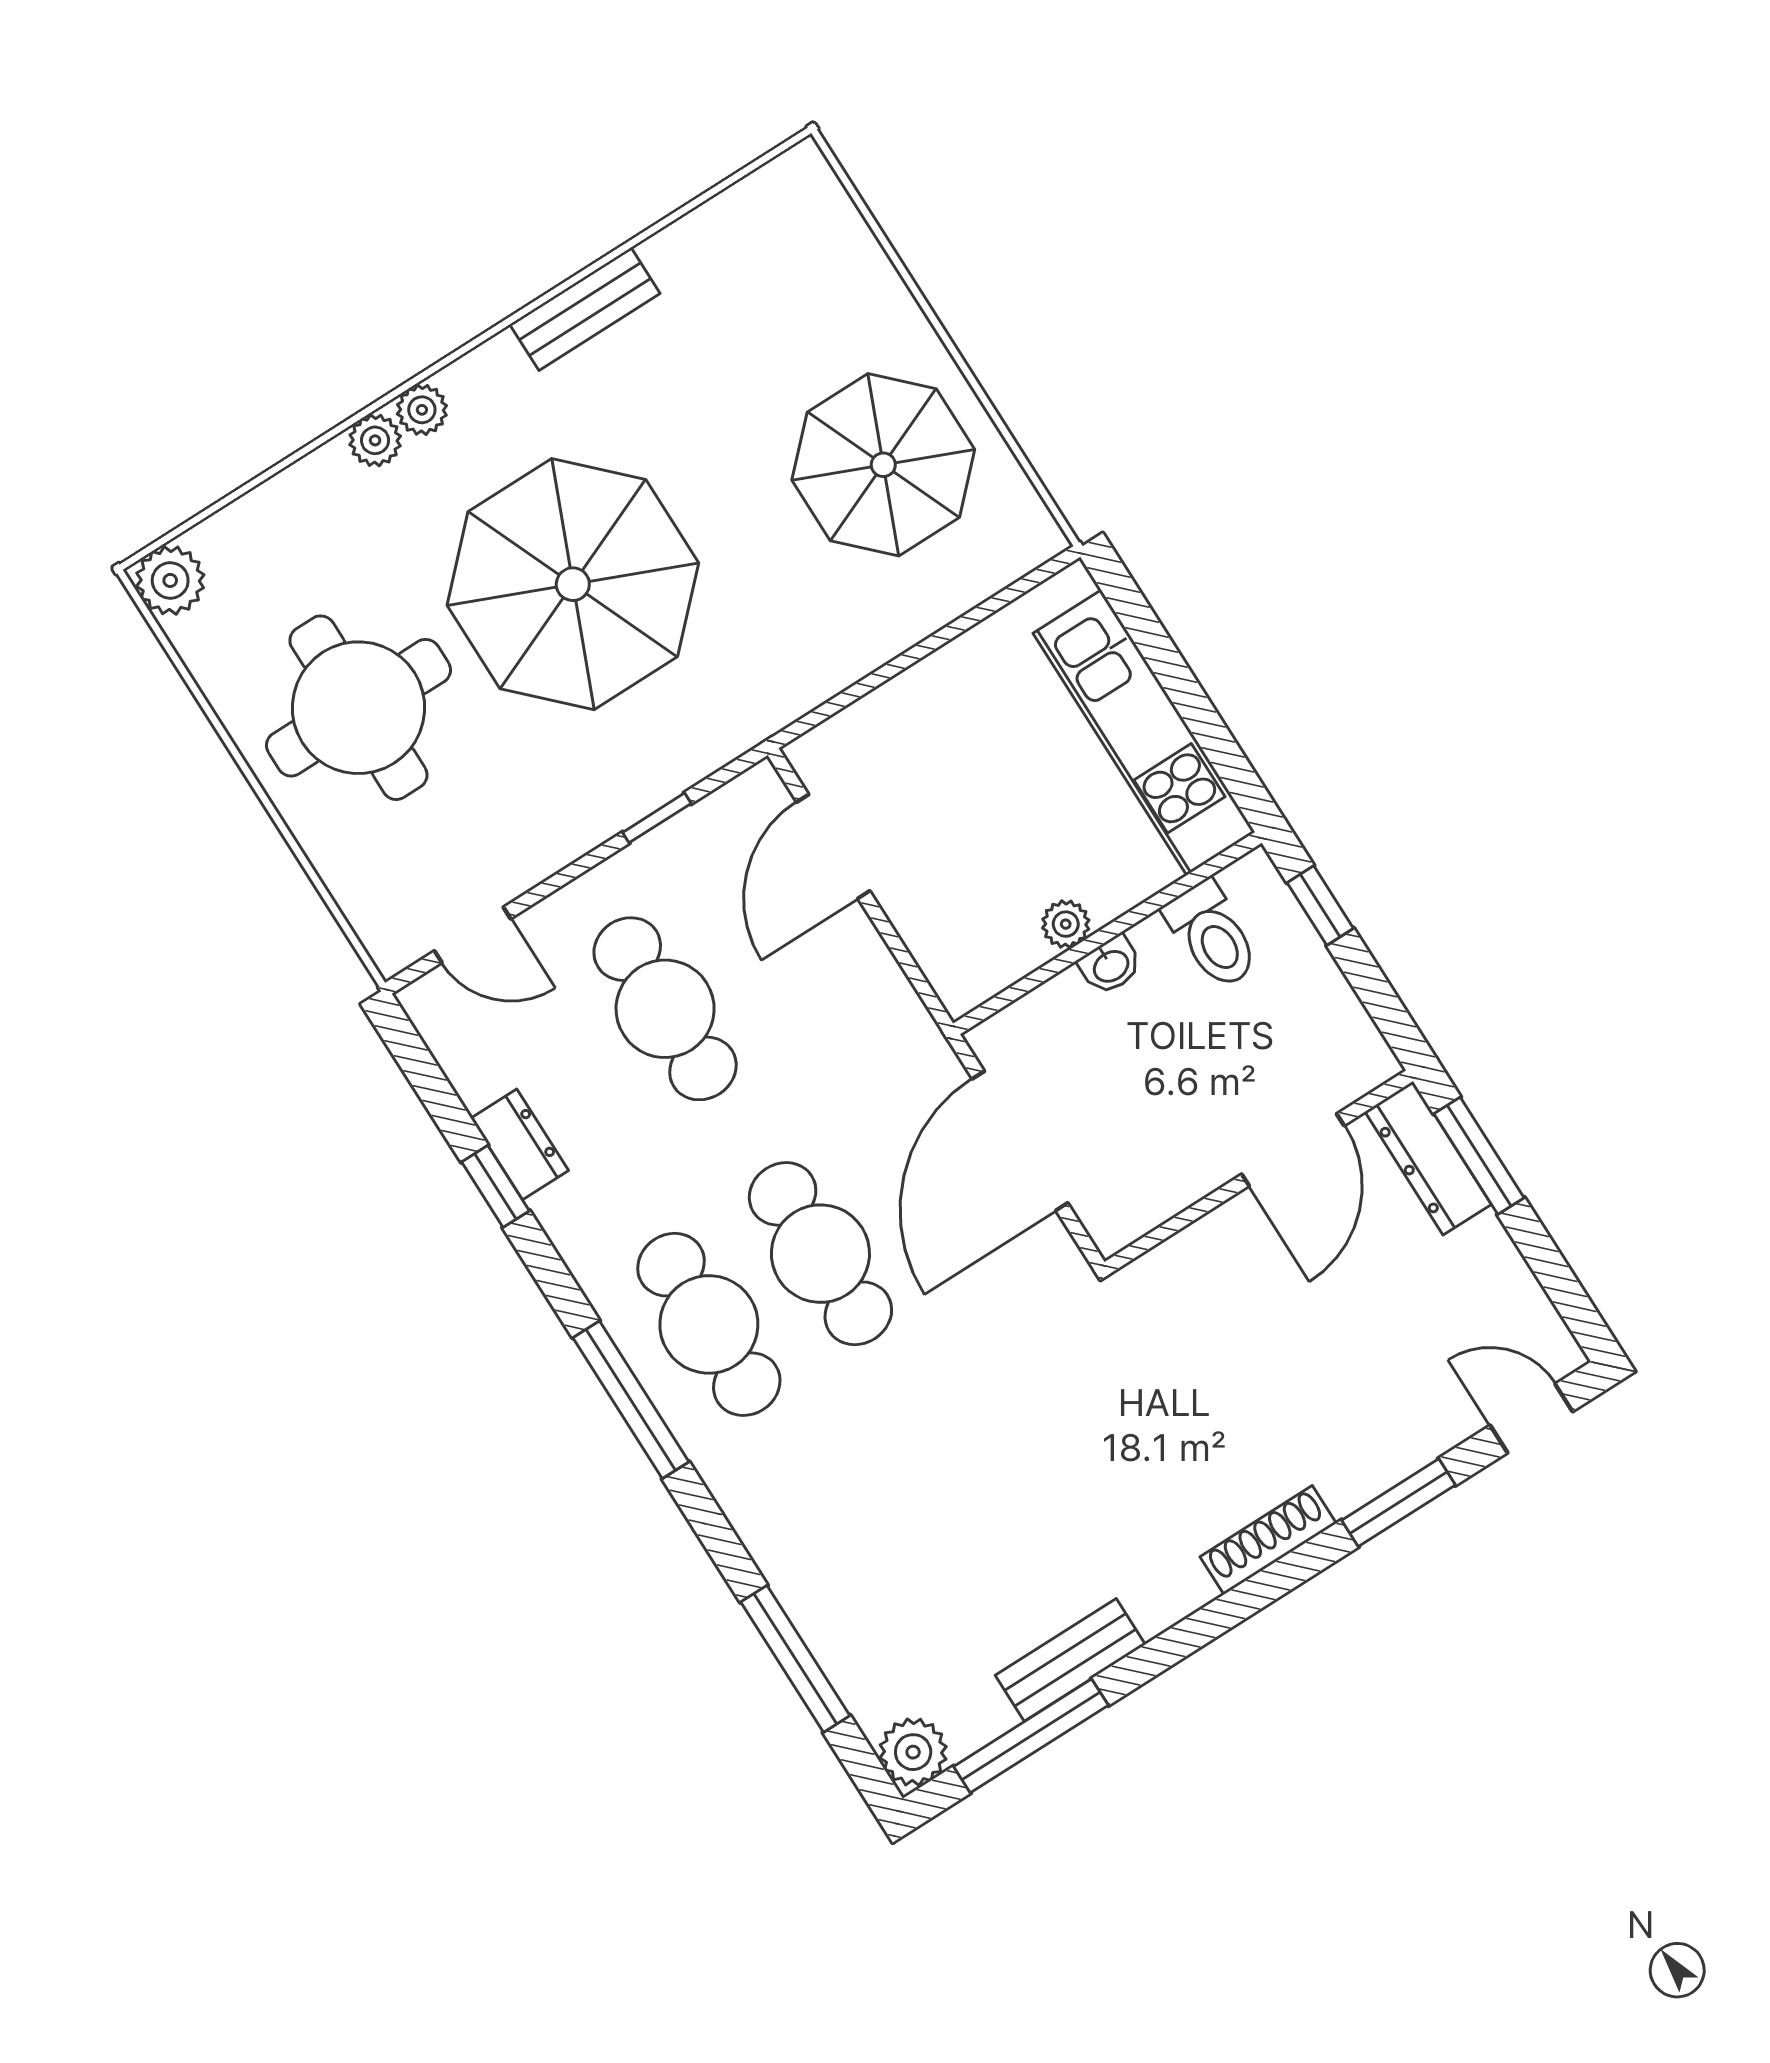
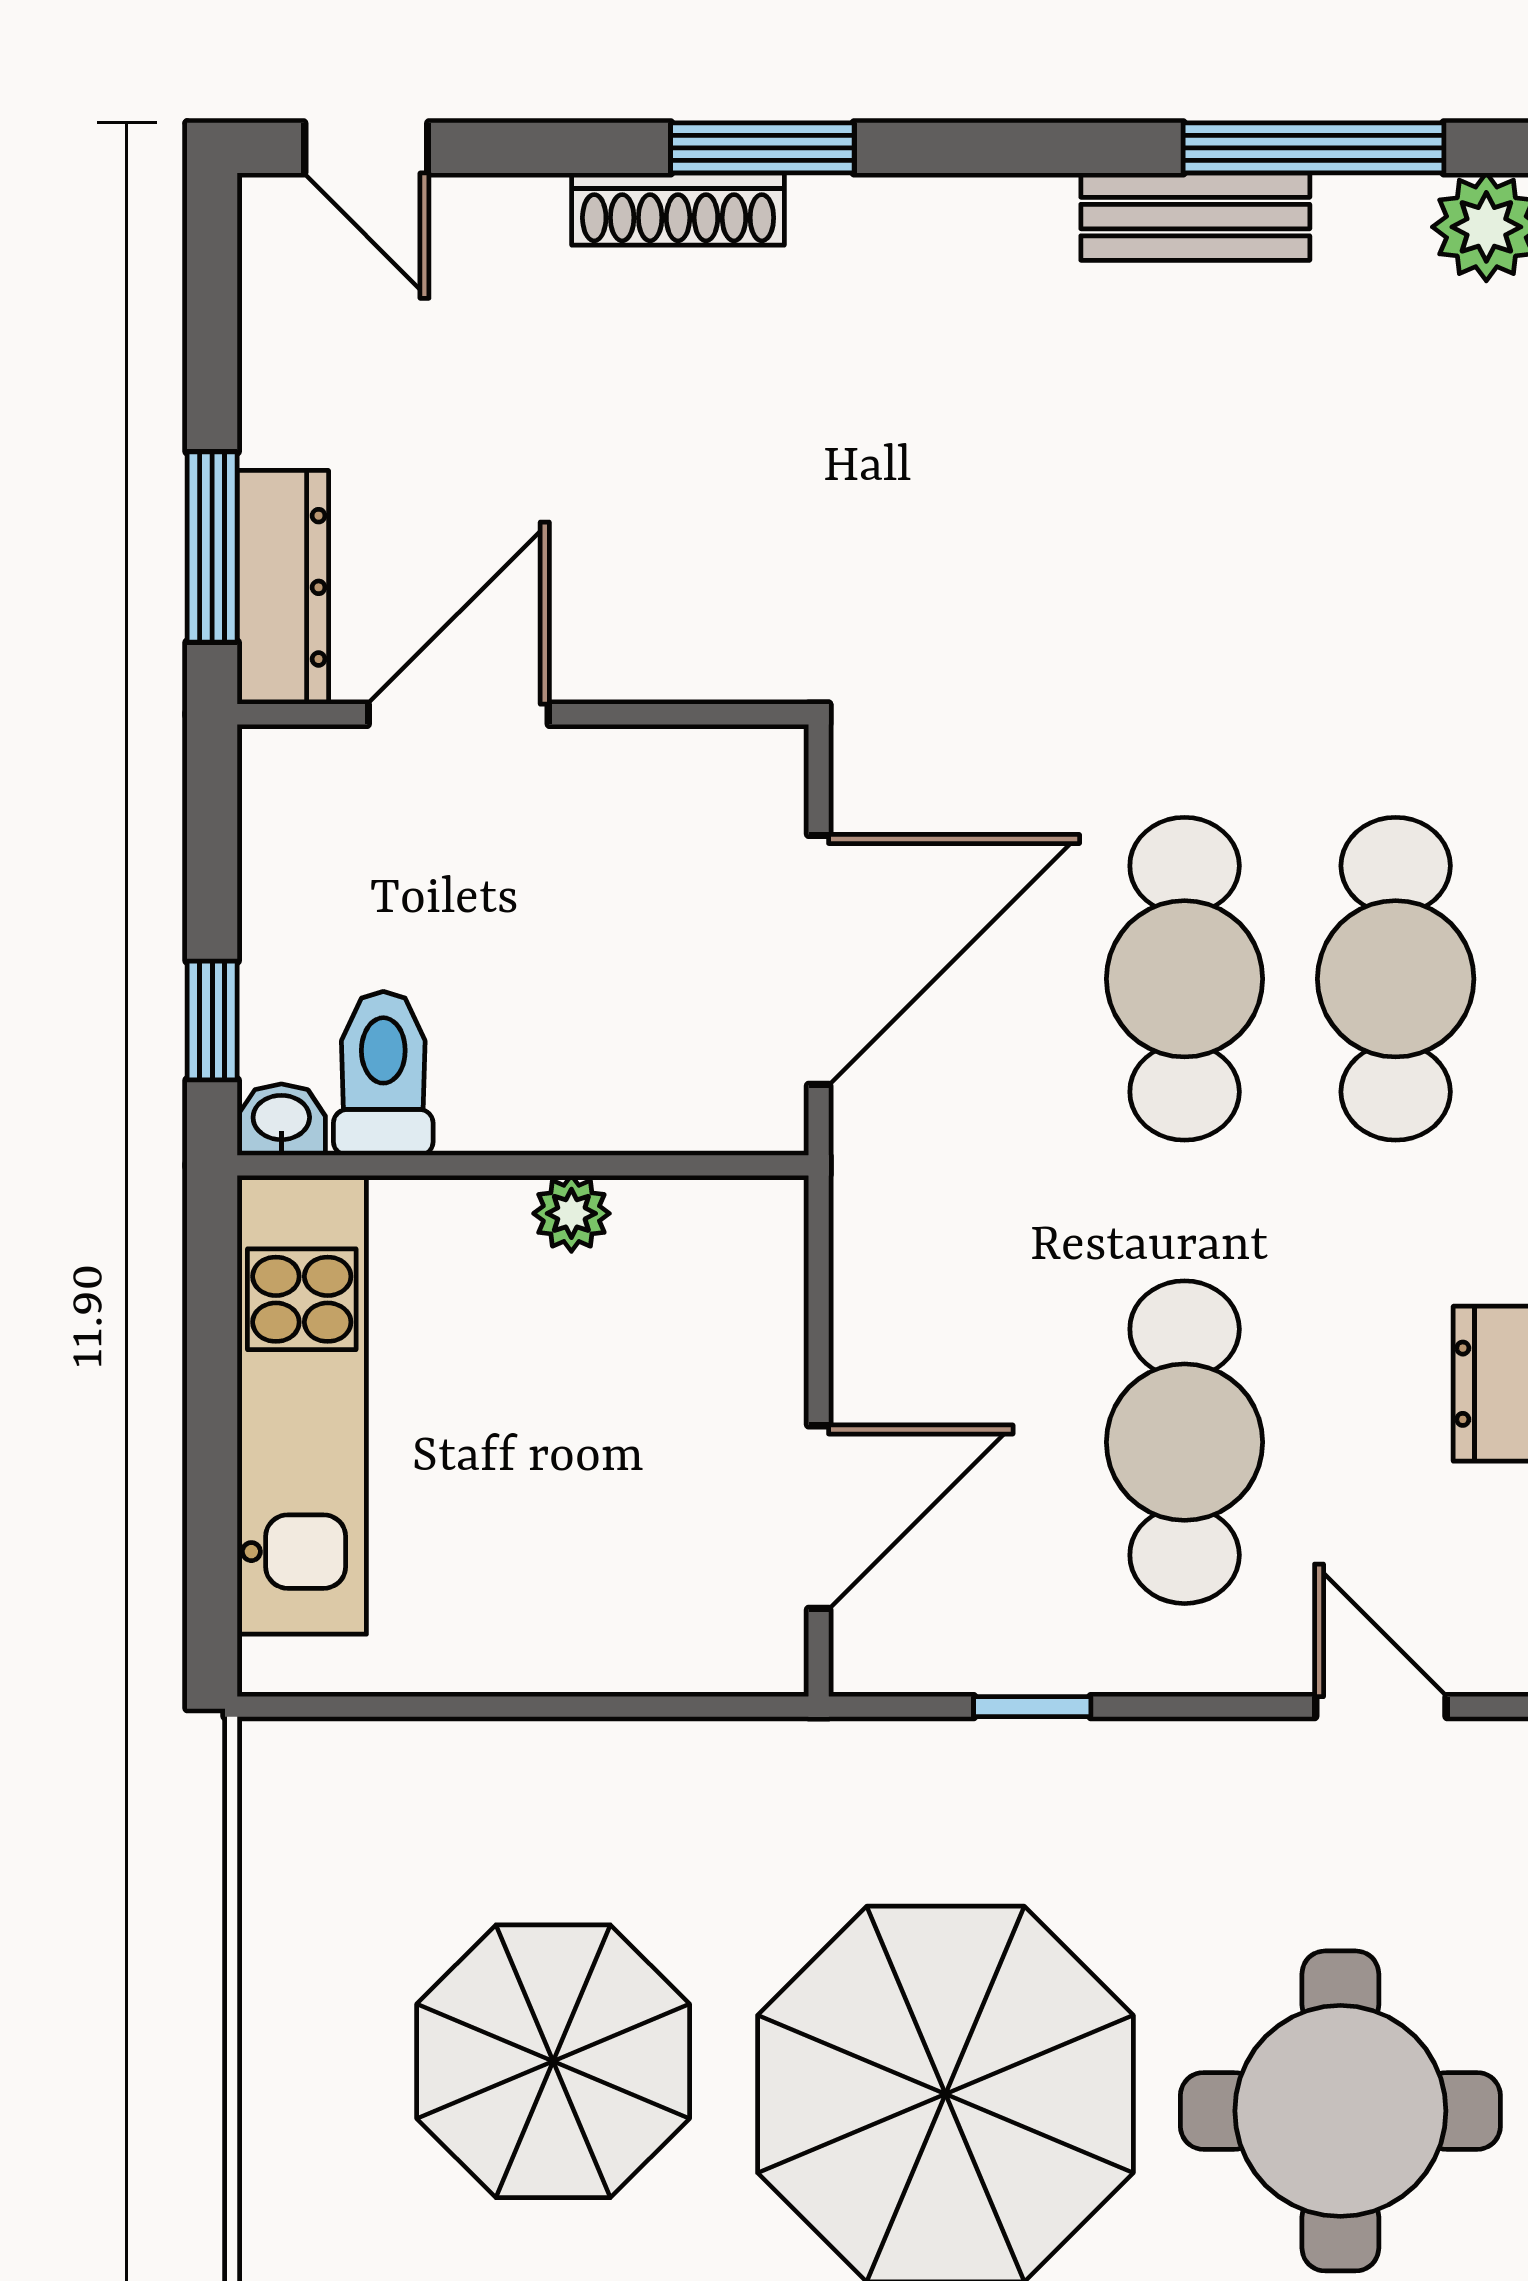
parasol: (883, 465) -> (553, 2061), moved
washbasin: (1110, 965) -> (281, 1120), moved
window: (1398, 1503) -> (762, 148), moved
shoe rack: (1268, 1540) -> (678, 209), moved

